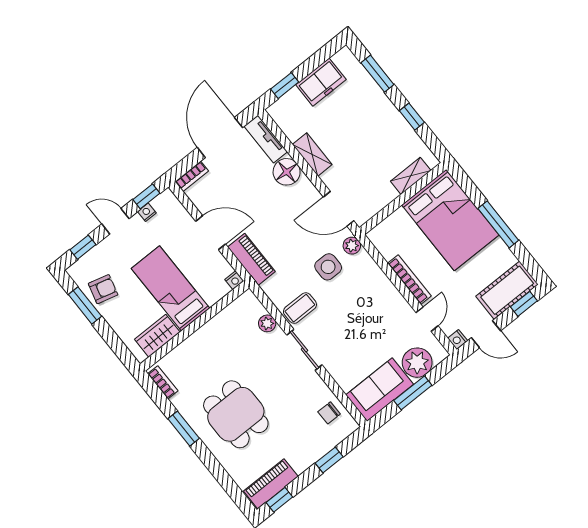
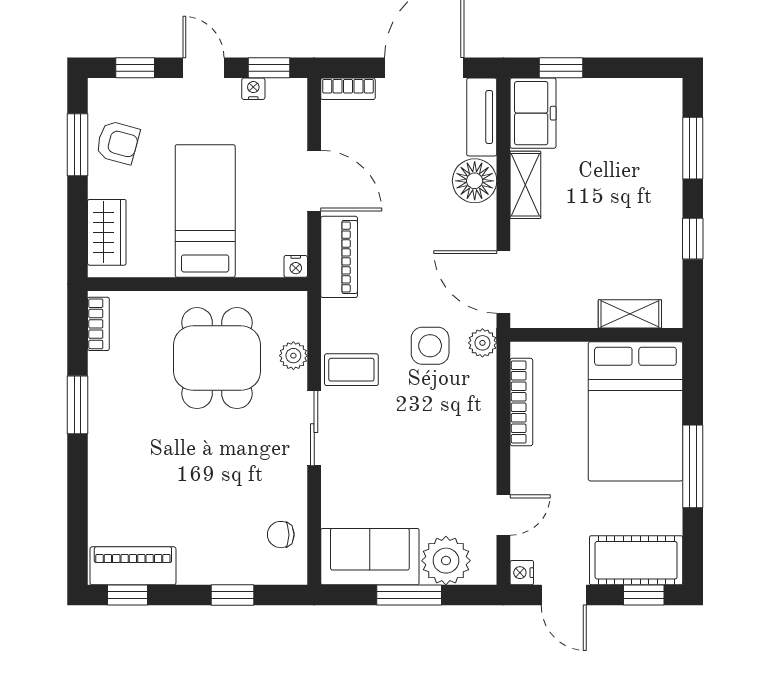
freezer: (321, 82) -> (533, 113), moved, turned -90
bookcase: (409, 280) -> (521, 402), moved
wardrobe: (157, 336) -> (107, 232), moved, turned 90
dining table: (236, 414) -> (217, 358), moved

